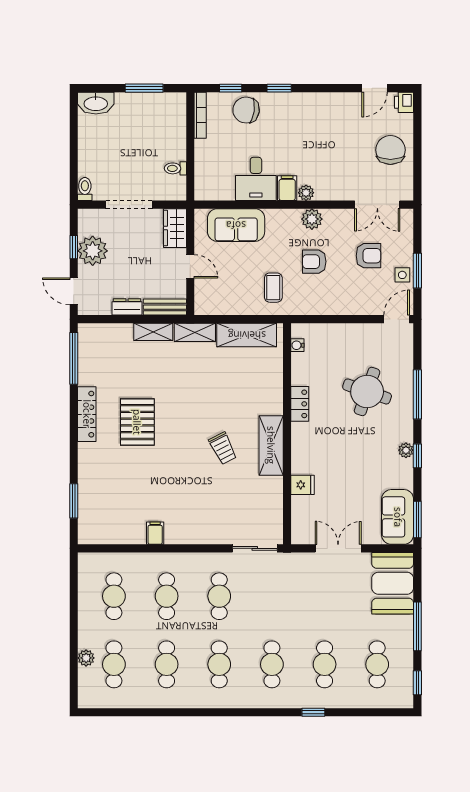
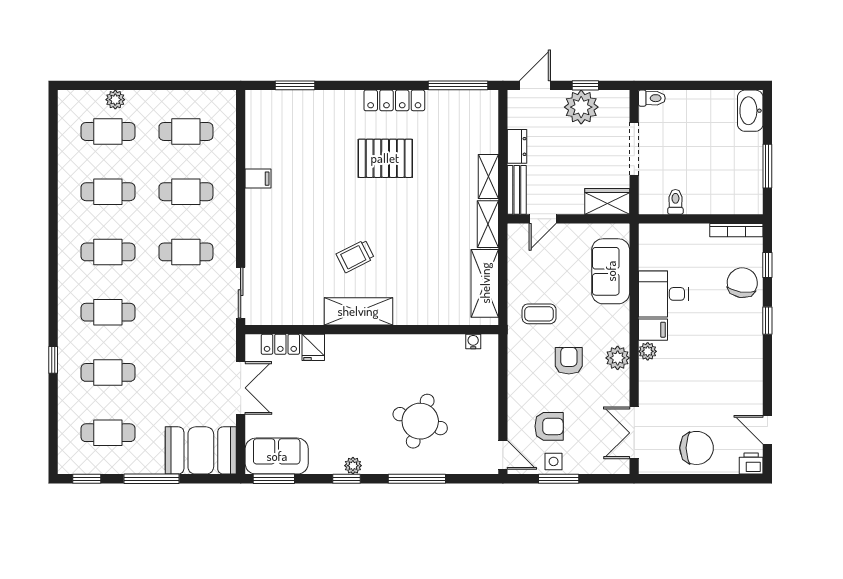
armchair: (368, 256) -> (549, 426), moved, turned -90
door: (190, 266) -> (543, 219), moved
locker: (300, 404) -> (280, 344), moved

